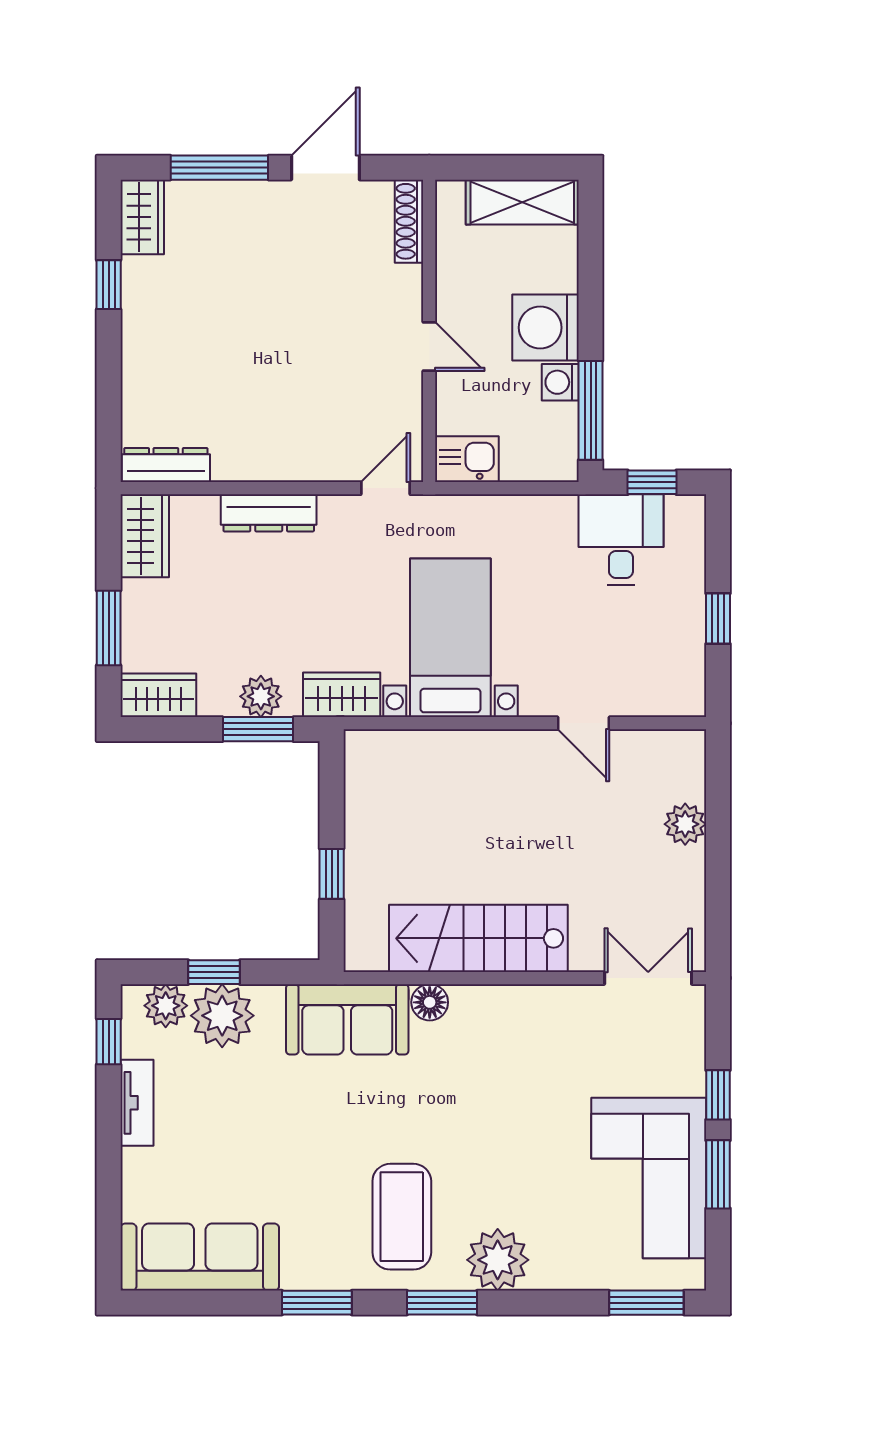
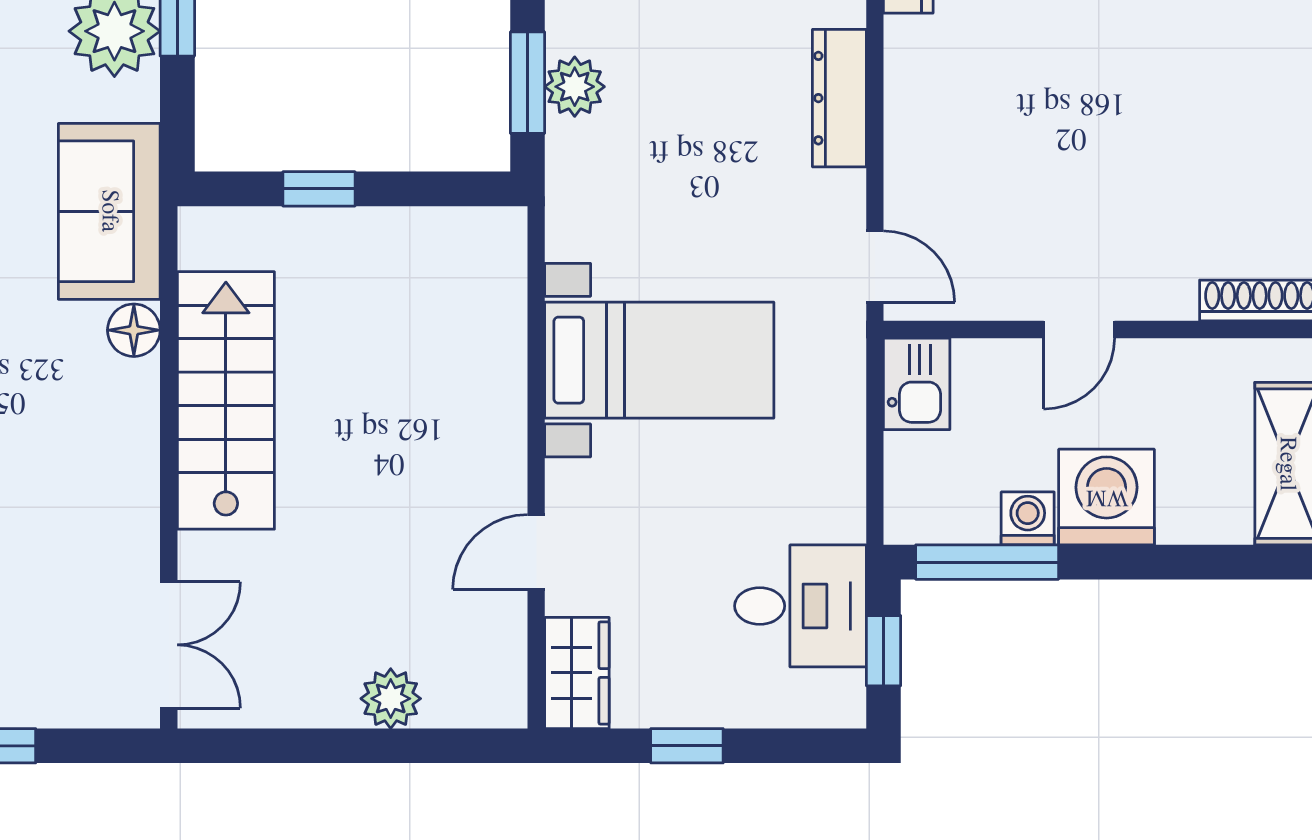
wardrobe: (342, 695) -> (577, 673), moved

